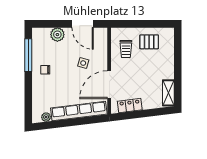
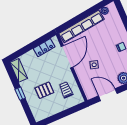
pallet: (149, 42) -> (44, 90), moved
window: (178, 67) -> (20, 94), added

